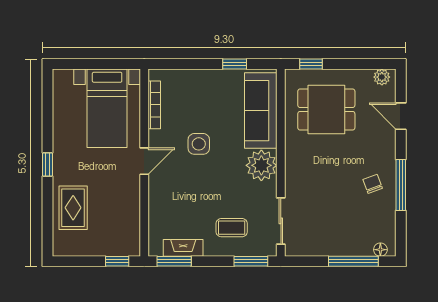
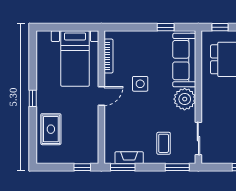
coffee table: (232, 228) -> (164, 143), turned 90

